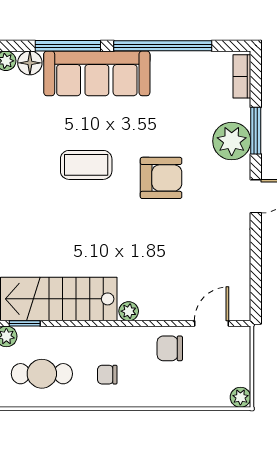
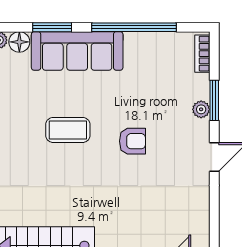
window: (68, 46) -> (52, 27), width x0.69
plant: (232, 141) -> (201, 109), width x0.53, depth x0.53
armchair: (161, 178) -> (132, 141), width x0.72, depth x0.72

